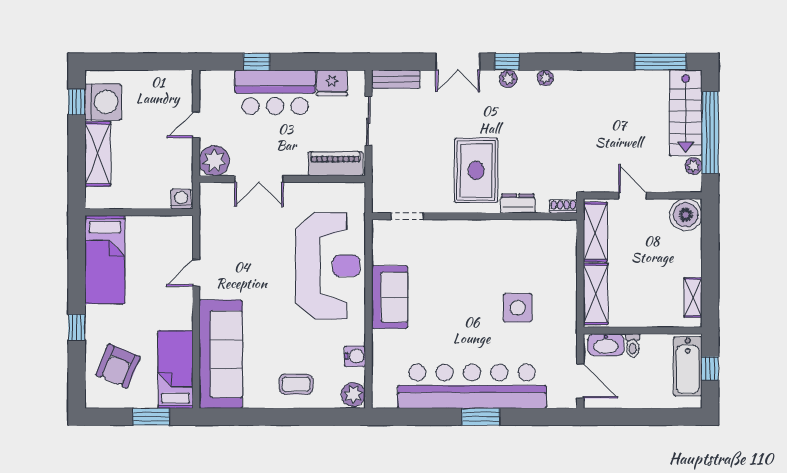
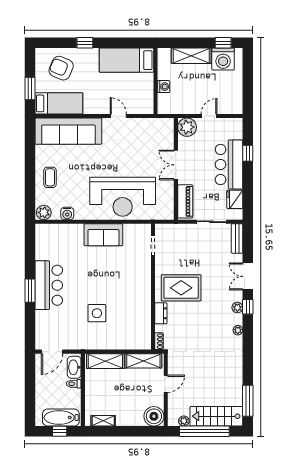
door: (196, 125) -> (209, 116), hinge flipped
double door: (259, 179) -> (176, 165), moved
washing machine: (181, 199) -> (164, 87), moved
bar counter: (472, 386) -> (49, 285), width x0.54

